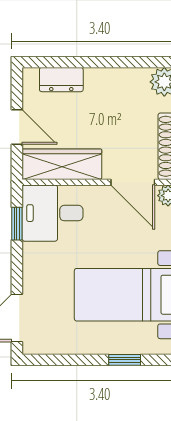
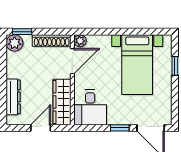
dresser: (61, 80) -> (13, 97), width x1.44
window: (17, 224) -> (120, 128), moved

